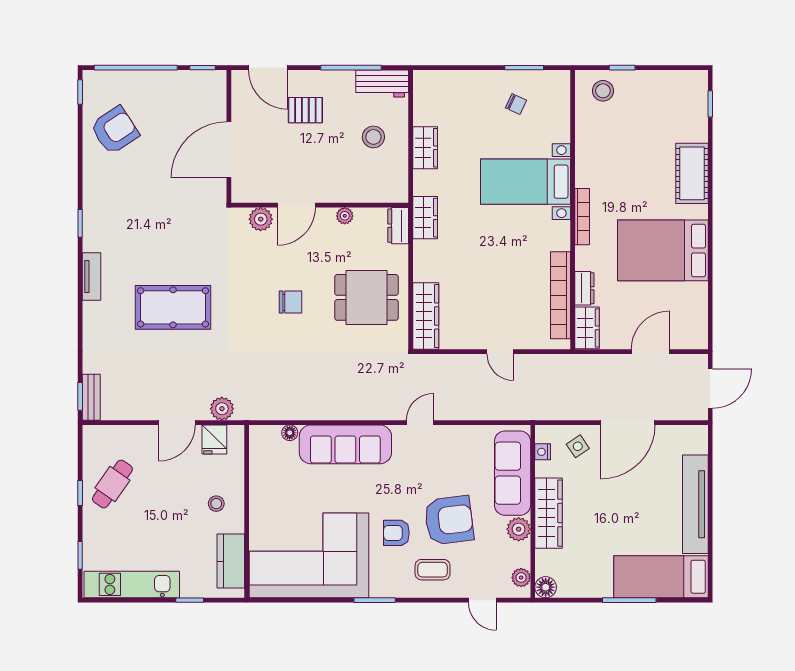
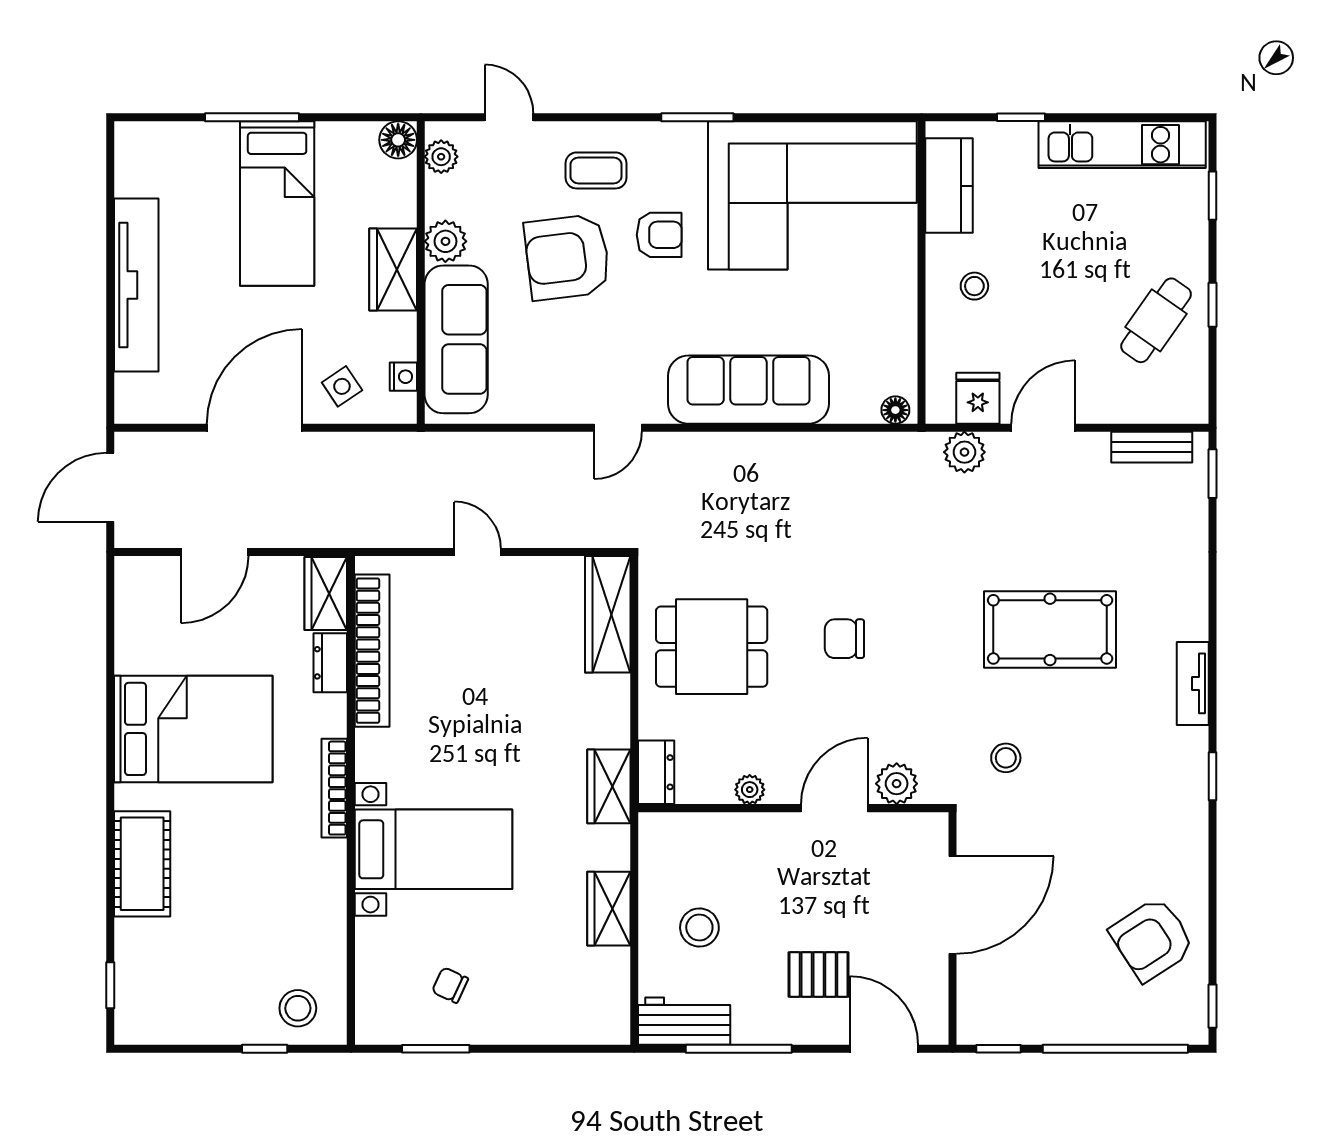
stool: (198, 234) -> (1006, 758), added
bench: (91, 397) -> (1152, 447), moved, turned 90
floor lamp: (290, 433) -> (895, 410), moved
wardrobe: (549, 513) -> (393, 269), width x0.67
bed: (661, 577) -> (277, 204), moved, turned 90

